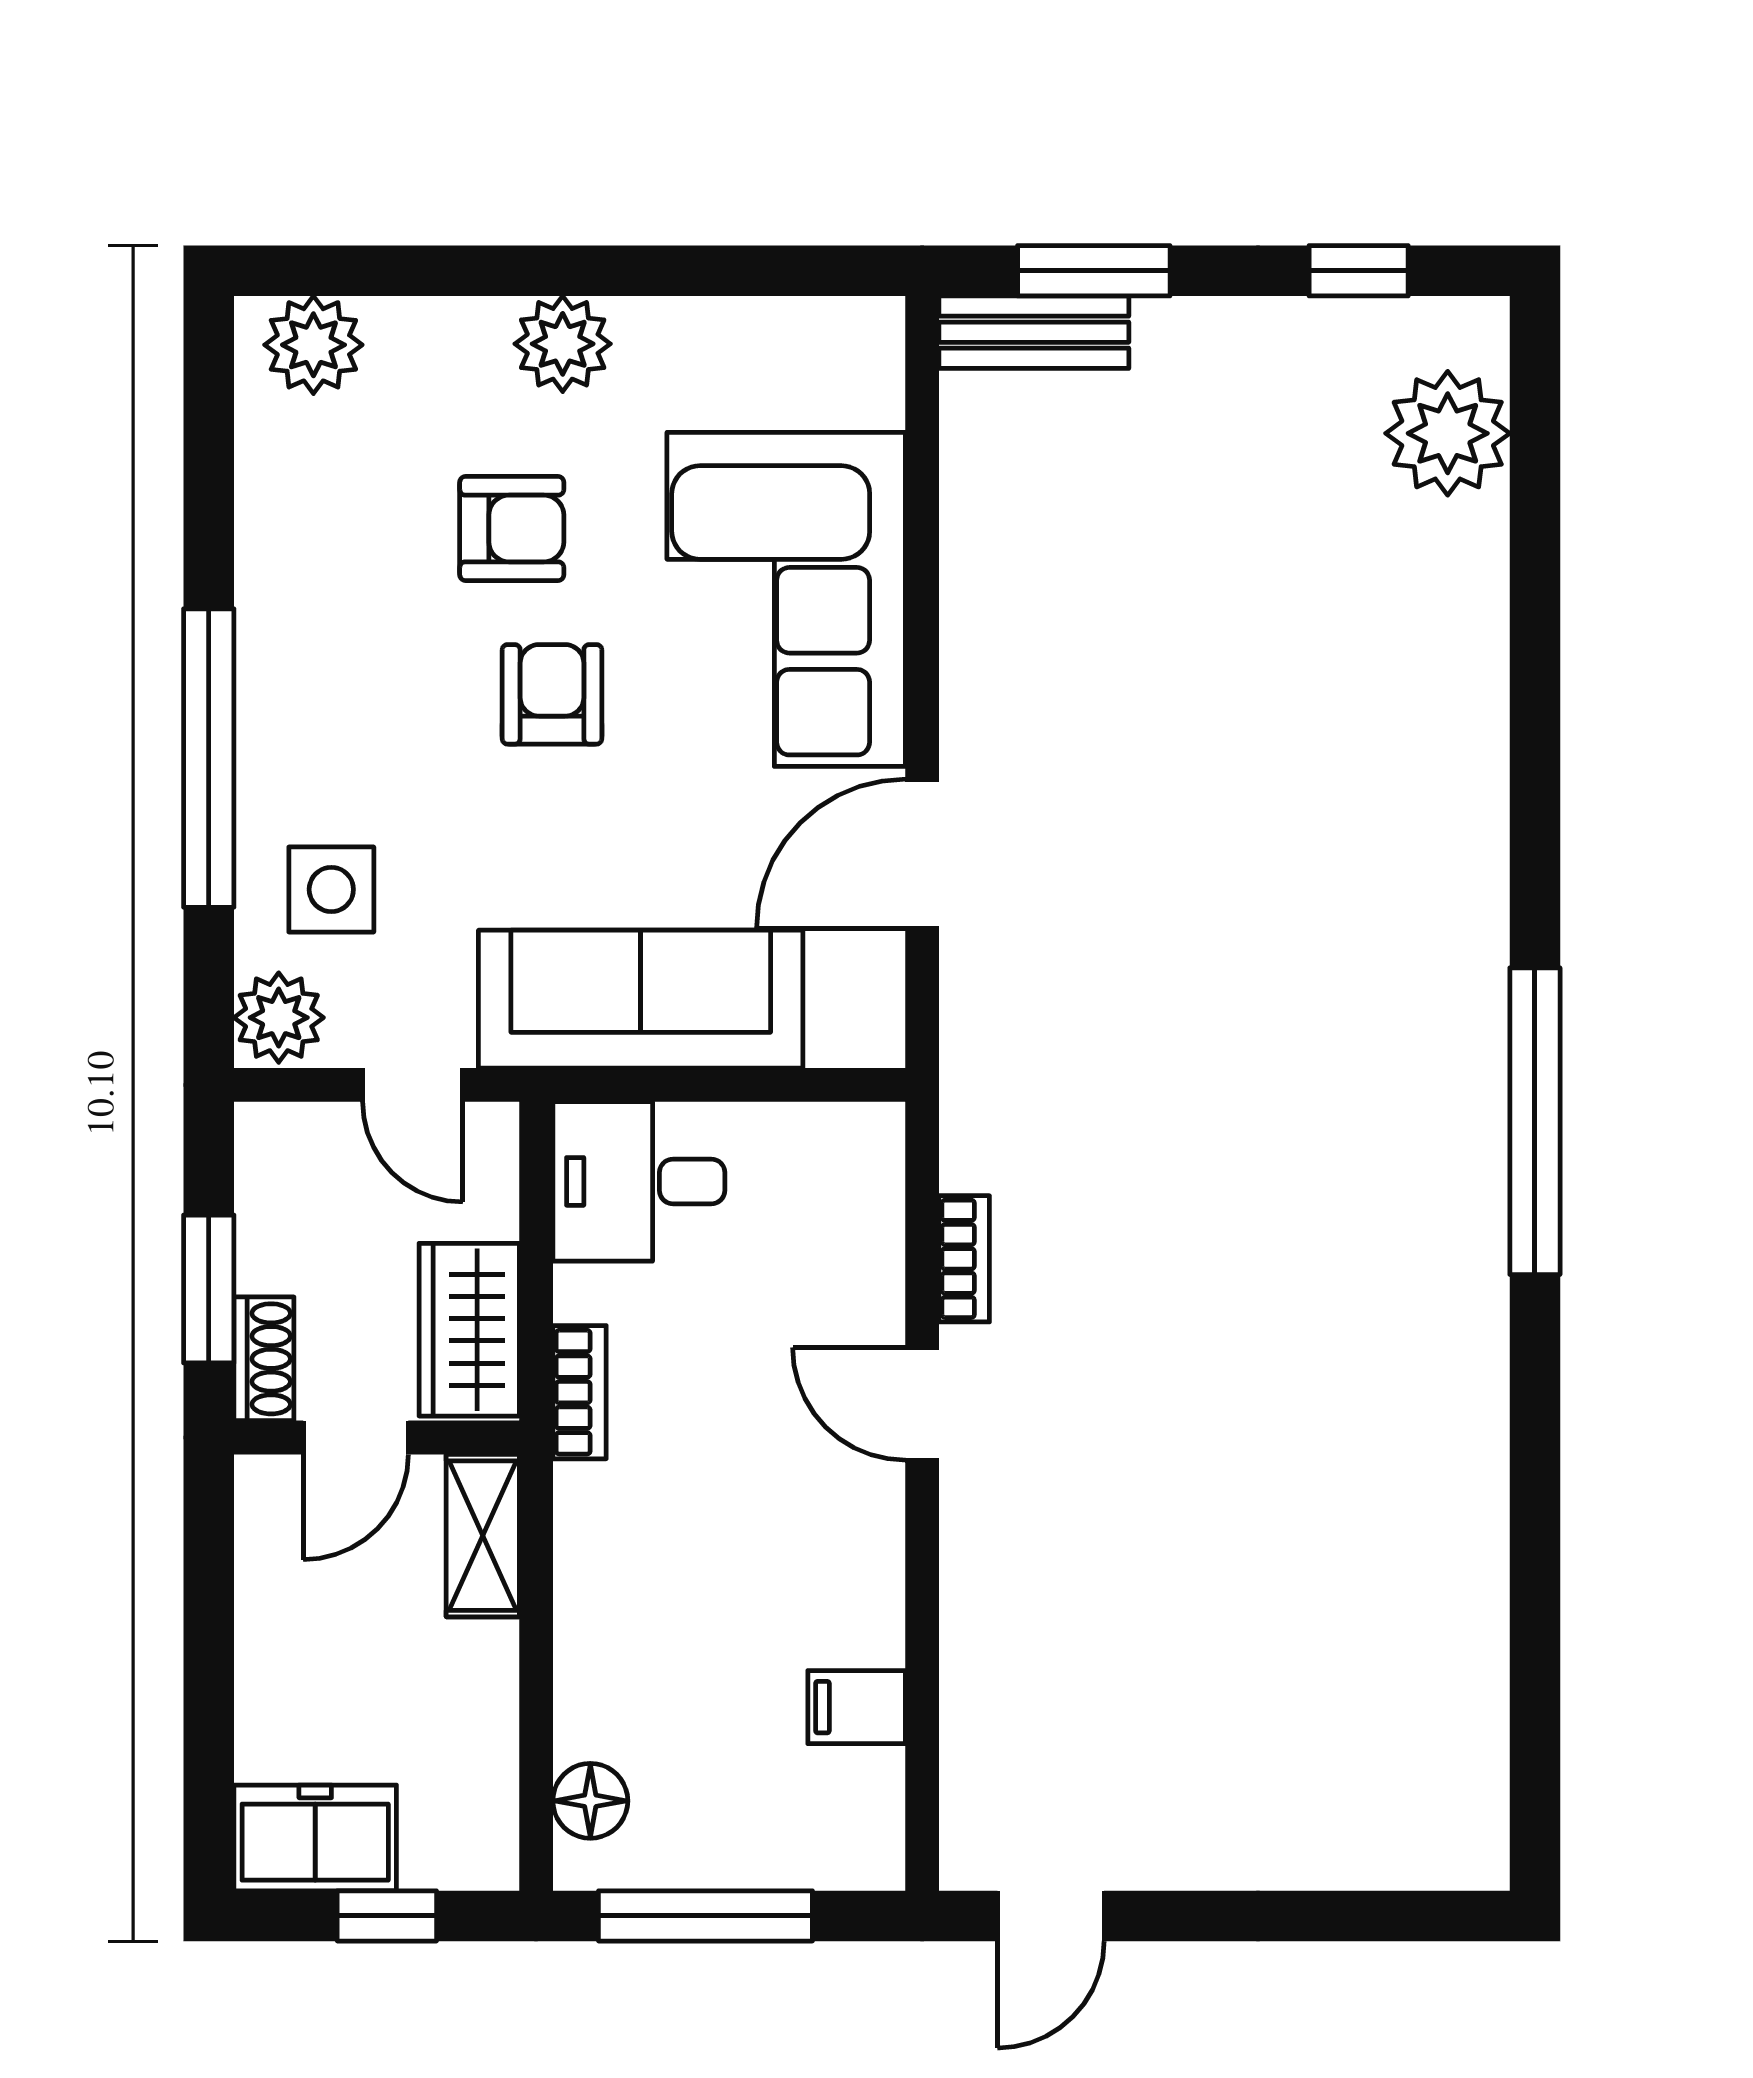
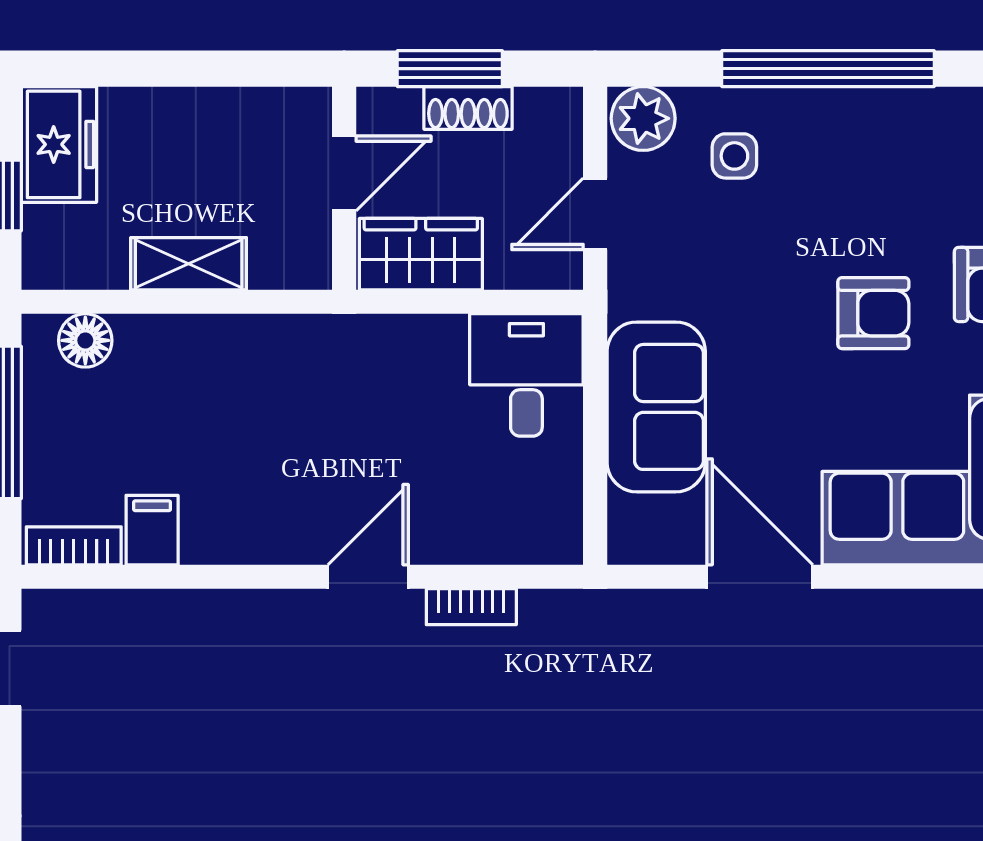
side table: (331, 889) -> (734, 156), width x0.73, depth x0.73
sofa: (641, 999) -> (656, 407), width x0.73
shoe rack: (264, 1359) -> (468, 108), moved
bookcase: (580, 1392) -> (74, 546), moved, turned 180
door: (356, 1437) -> (344, 173), swing flipped
shelving: (483, 1536) -> (189, 264), moved

